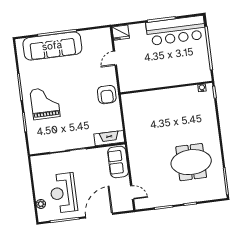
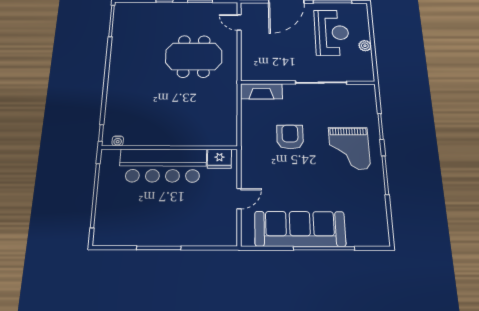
bar counter: (176, 30) -> (163, 165), moved, turned 180
fridge: (121, 33) -> (219, 159), moved, turned 180
sofa: (52, 46) -> (300, 229), moved
armchair: (107, 95) -> (290, 137), moved
sofa: (118, 162) -> (253, 60), removed
meeting table: (191, 162) -> (194, 56), moved
plant: (41, 204) -> (365, 46), moved

